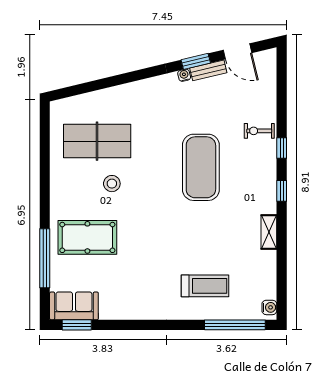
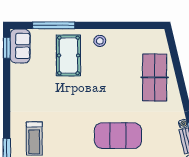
table tennis table: (97, 141) -> (155, 77), moved
stool: (112, 184) -> (100, 41), moved

